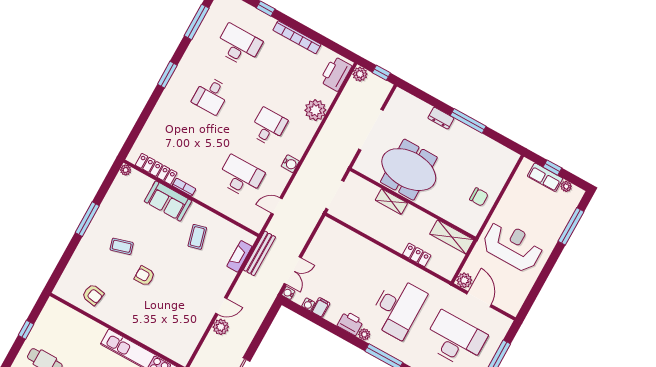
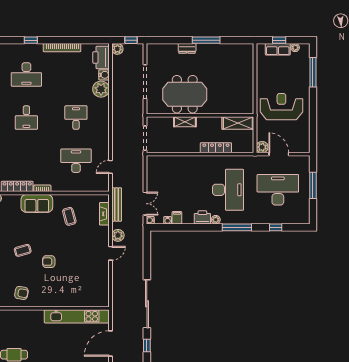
desk: (239, 45) -> (26, 74), turned 180
water cooler: (290, 164) -> (104, 75), moved
chair: (479, 197) -> (241, 87), removed
locker: (417, 255) -> (216, 148), width x1.53
plant: (221, 327) -> (118, 235), moved

